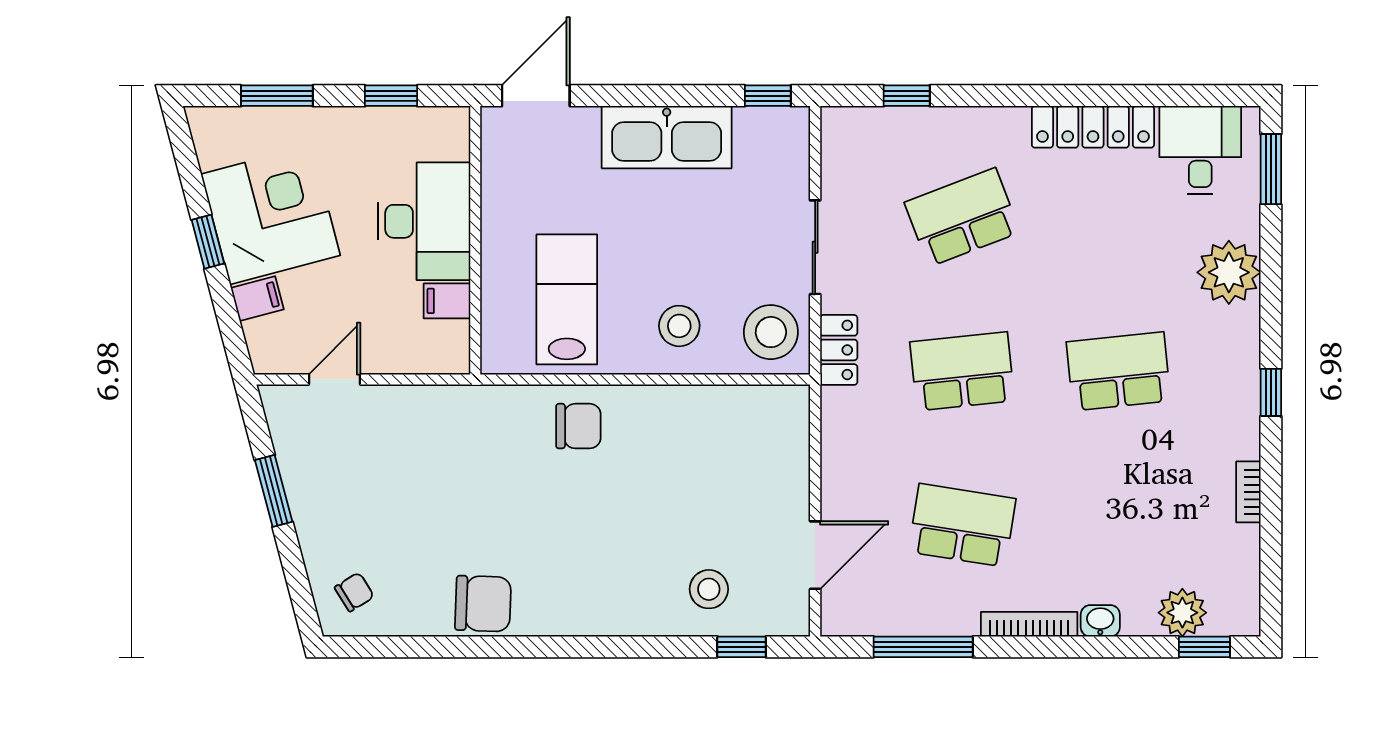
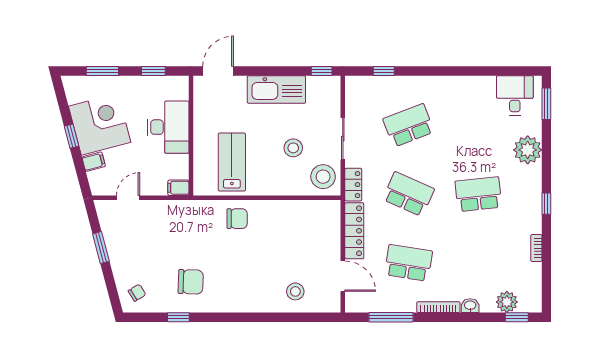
locker: (1093, 127) -> (354, 231), moved, turned -90
filing cabinet: (447, 301) -> (178, 188), moved
stool: (679, 326) -> (293, 148), moved
school desk: (962, 371) -> (408, 194), turned 30
door: (815, 555) -> (343, 276), hinge flipped
chair: (483, 604) -> (191, 282), moved
window: (742, 647) -> (178, 317), moved

